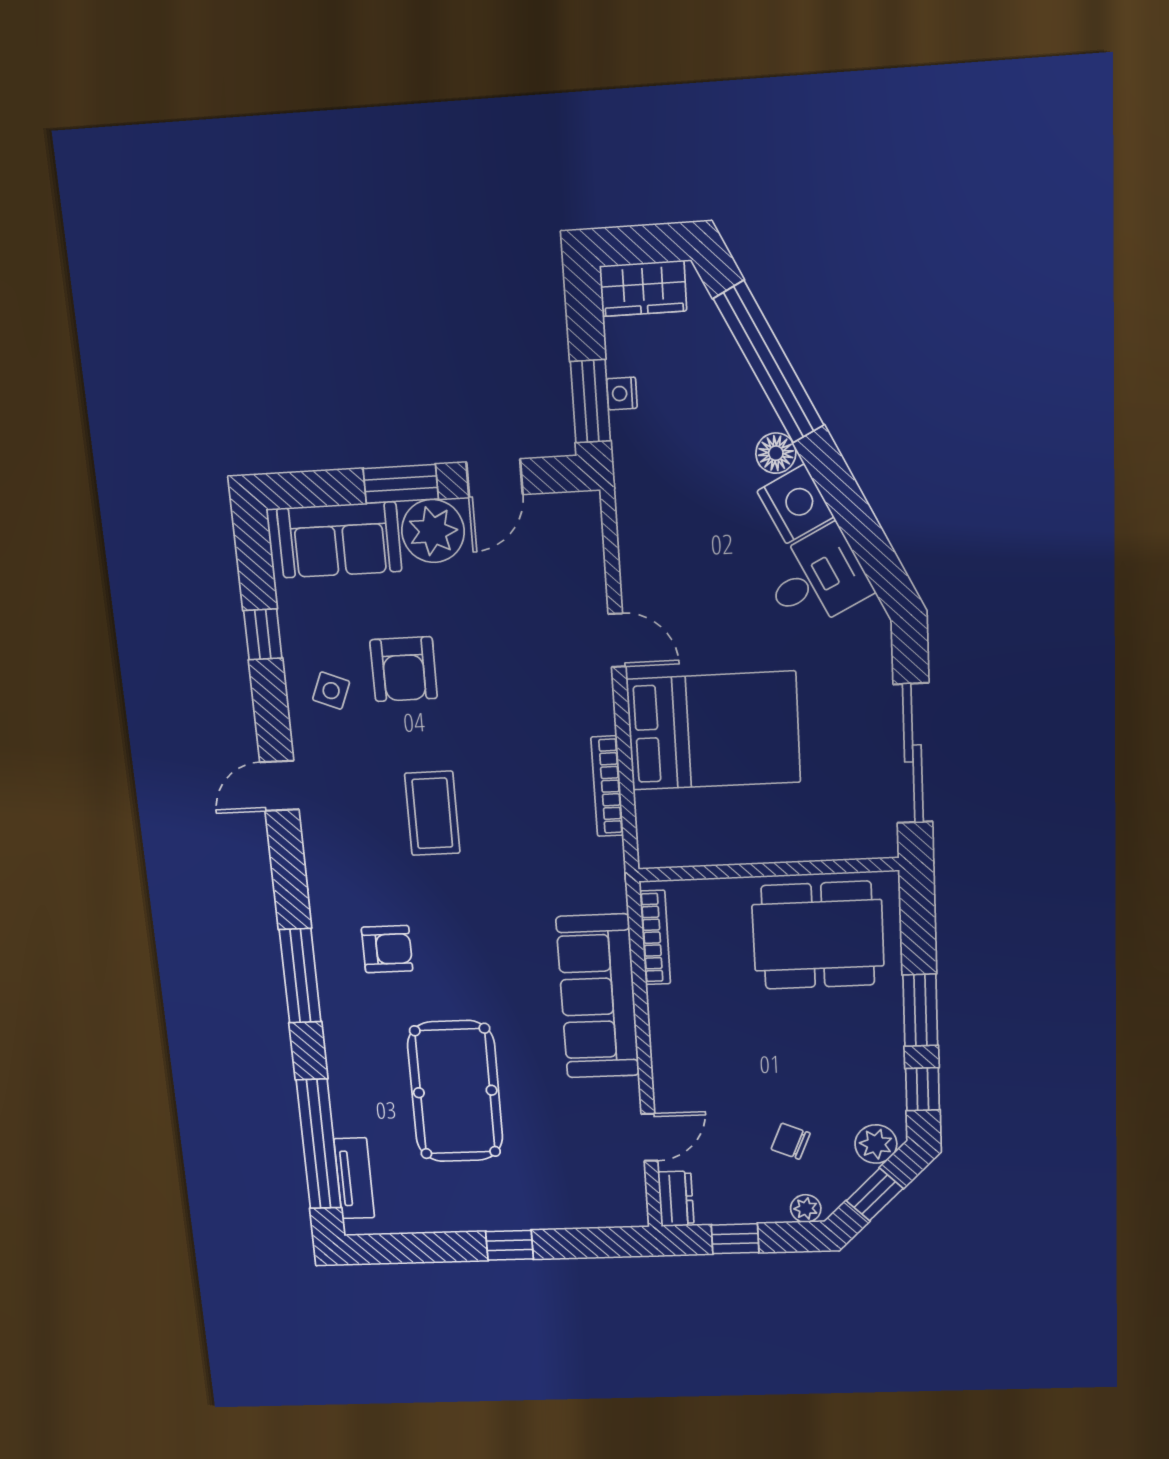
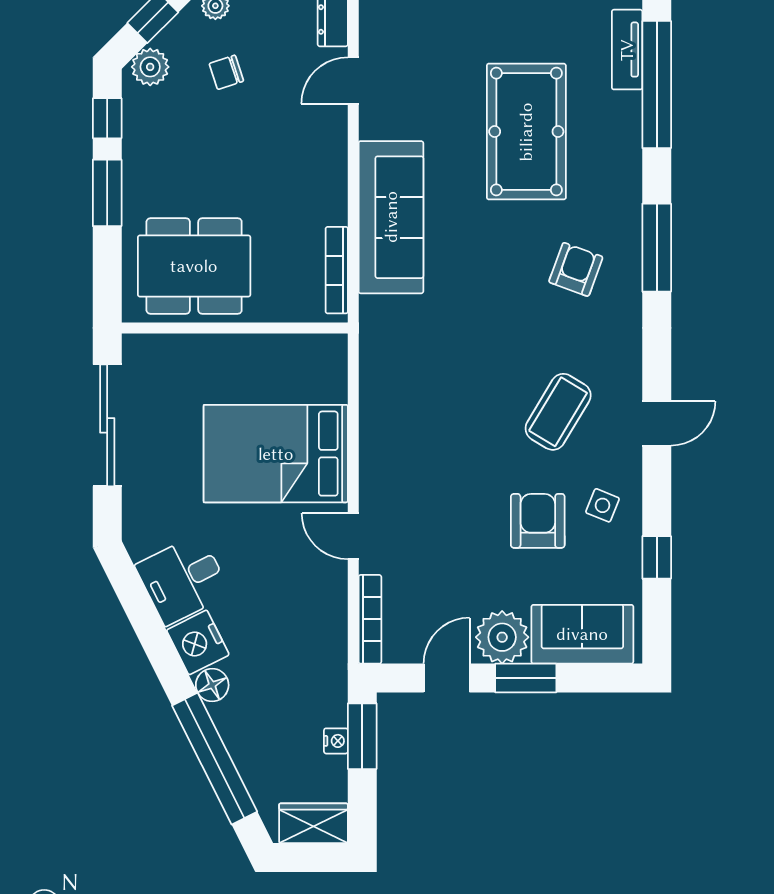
bookcase: (607, 786) -> (370, 619), moved
coffee table: (432, 813) -> (558, 412), moved, turned 31
armchair: (387, 949) -> (576, 269), turned 110
chair: (791, 1141) -> (226, 72), turned 139

